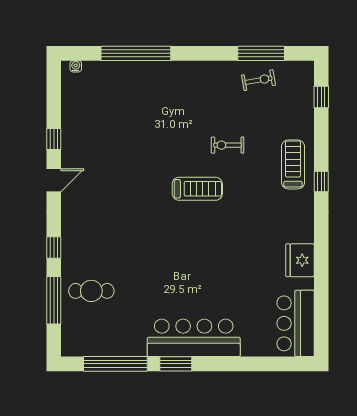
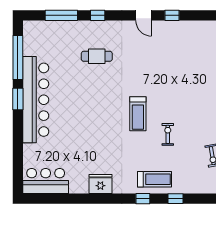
window: (321, 97) -> (176, 199), moved
fridge: (300, 260) -> (100, 184), moved
cafe table: (91, 291) -> (97, 56), moved, turned 90
bar counter: (194, 338) -> (36, 100), width x1.36

